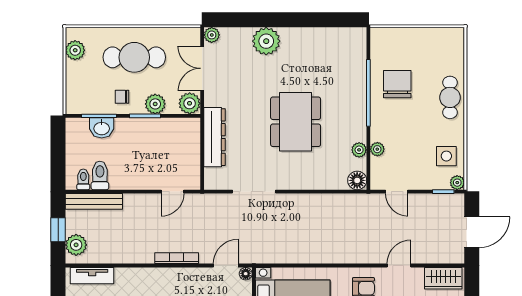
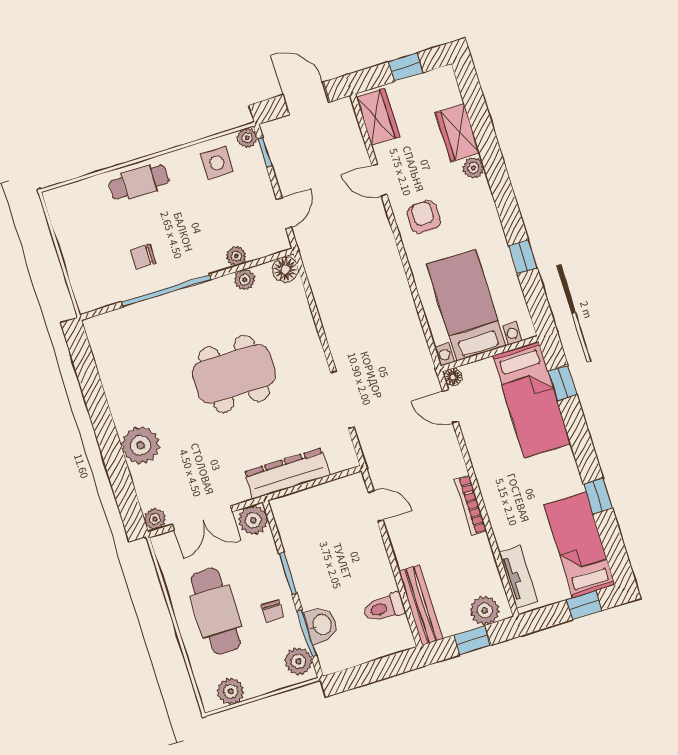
chair: (397, 84) -> (143, 257), width x0.54, depth x0.54
plant: (155, 104) -> (298, 661), moved
toilet: (83, 179) -> (396, 628), removed
bookcase: (177, 258) -> (471, 505), moved

